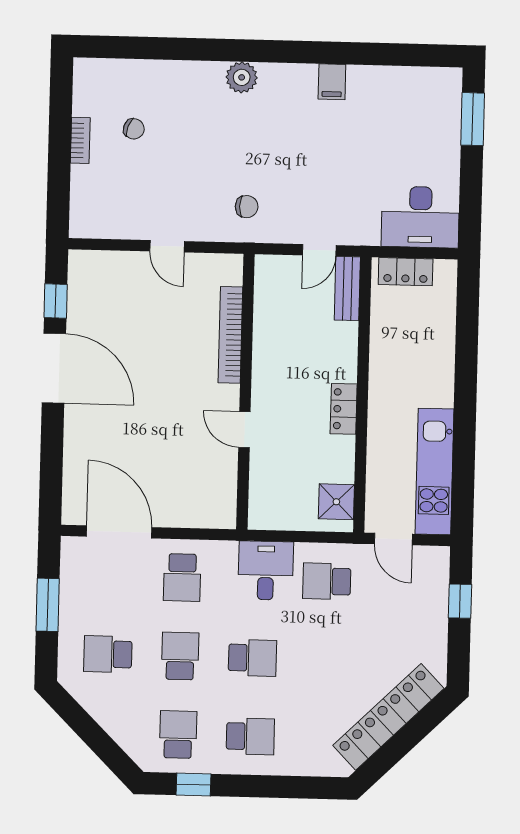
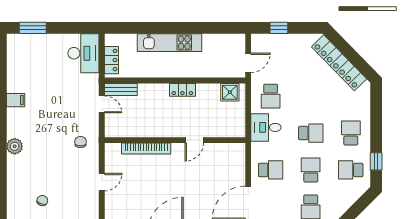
kitchen unit: (434, 472) -> (169, 43), moved
school desk: (180, 656) -> (311, 170), turned 90
school desk: (252, 658) -> (311, 133), turned 90

